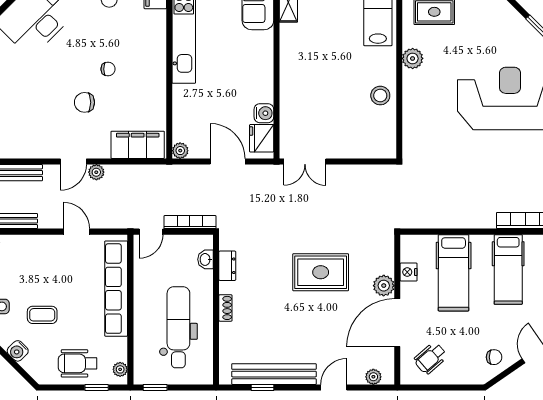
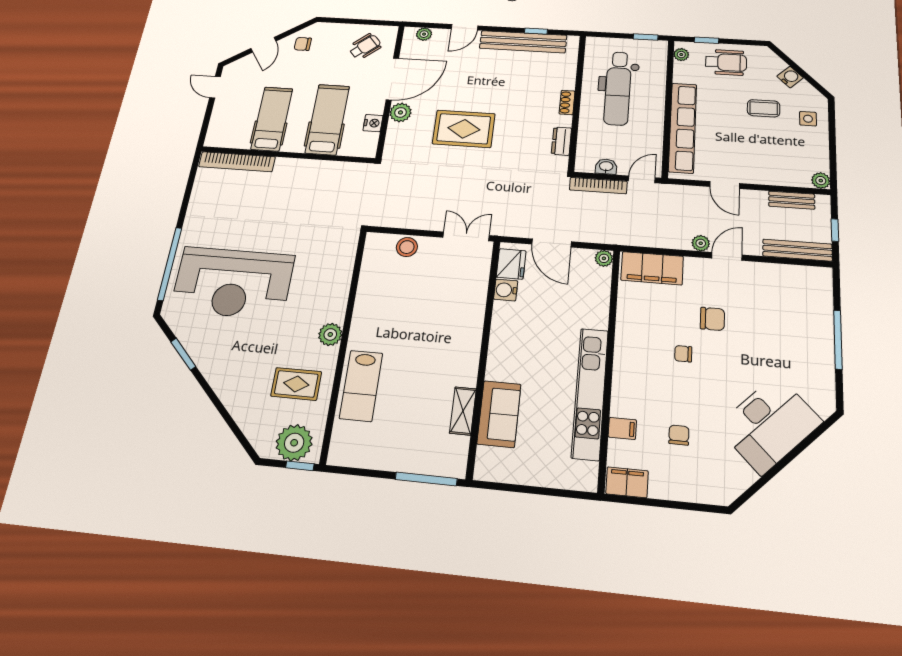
stool: (380, 96) -> (407, 247), moved
washbasin: (205, 259) -> (606, 167), moved, turned -90

